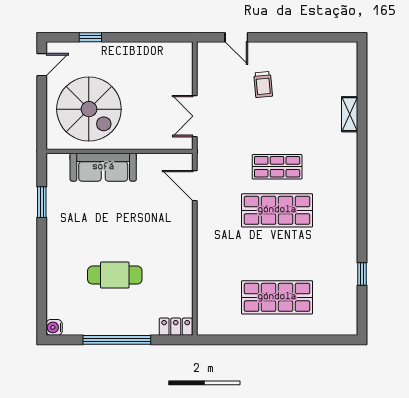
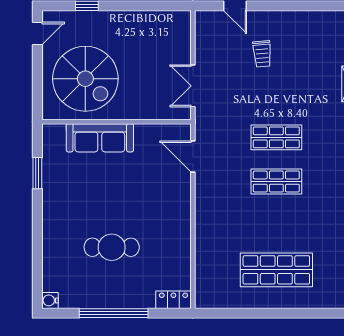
shop shelf: (277, 210) -> (276, 182), width x0.70, depth x0.74

